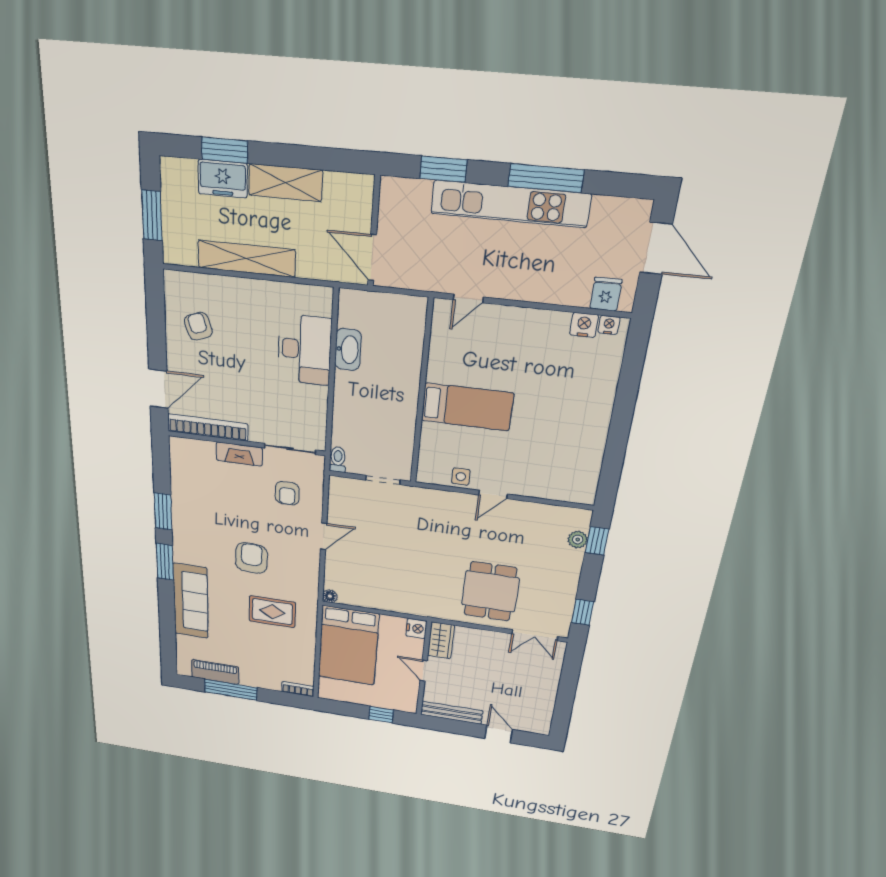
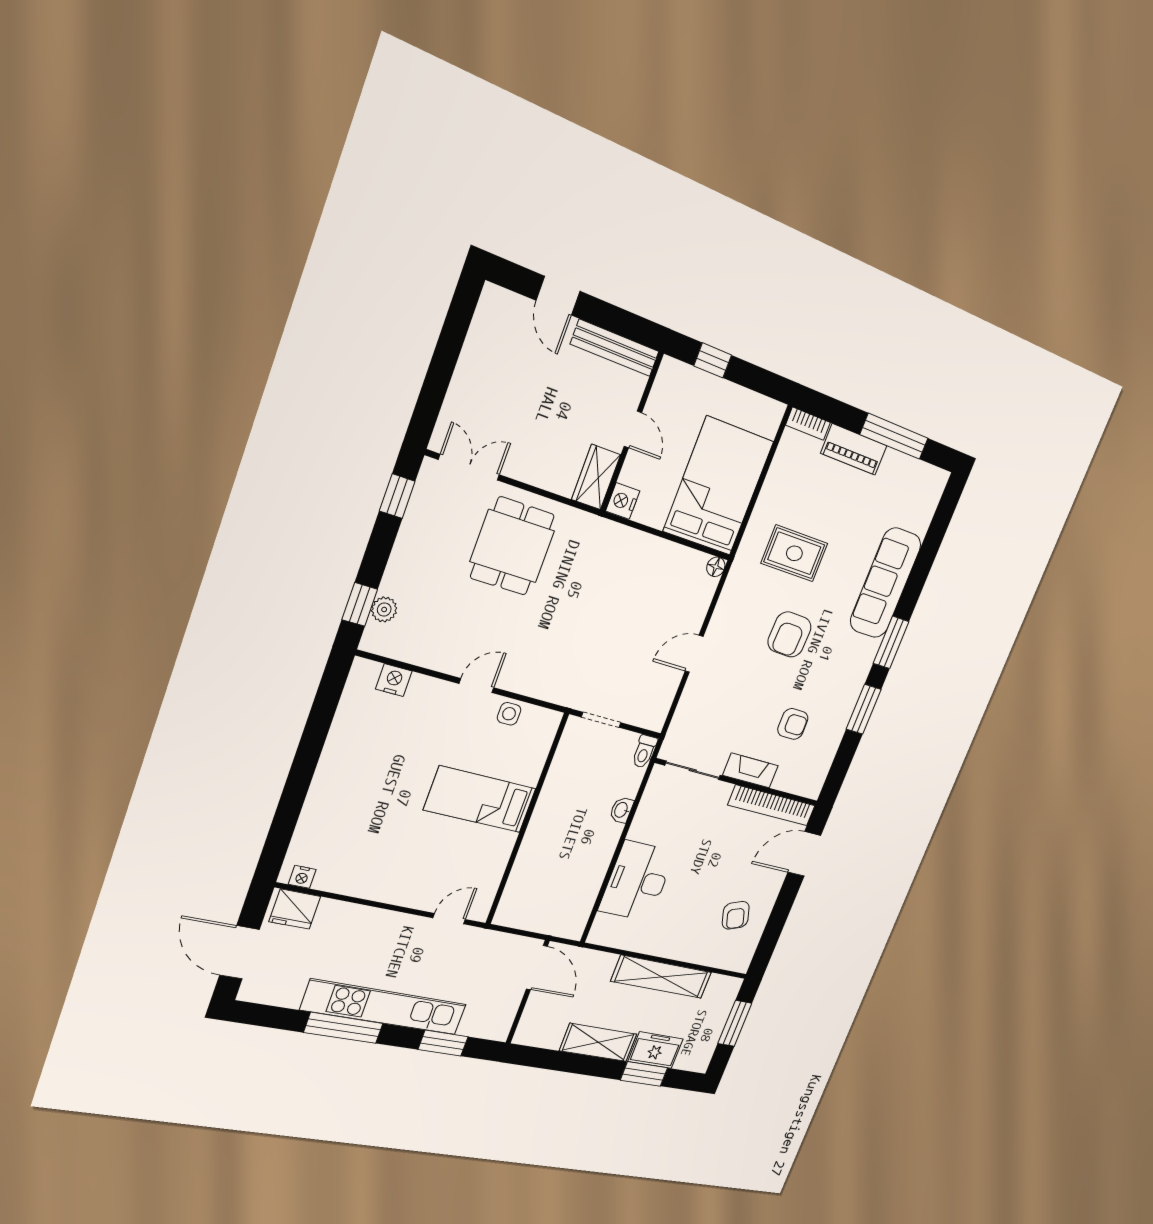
fridge: (606, 294) -> (295, 909), width x1.38
nightstand: (584, 325) -> (394, 680), moved, turned 180
washbasin: (348, 350) -> (621, 810), moved, width x0.52, depth x0.69
armchair: (287, 493) -> (793, 724), moved, turned 90
piano: (215, 672) -> (854, 449), moved

